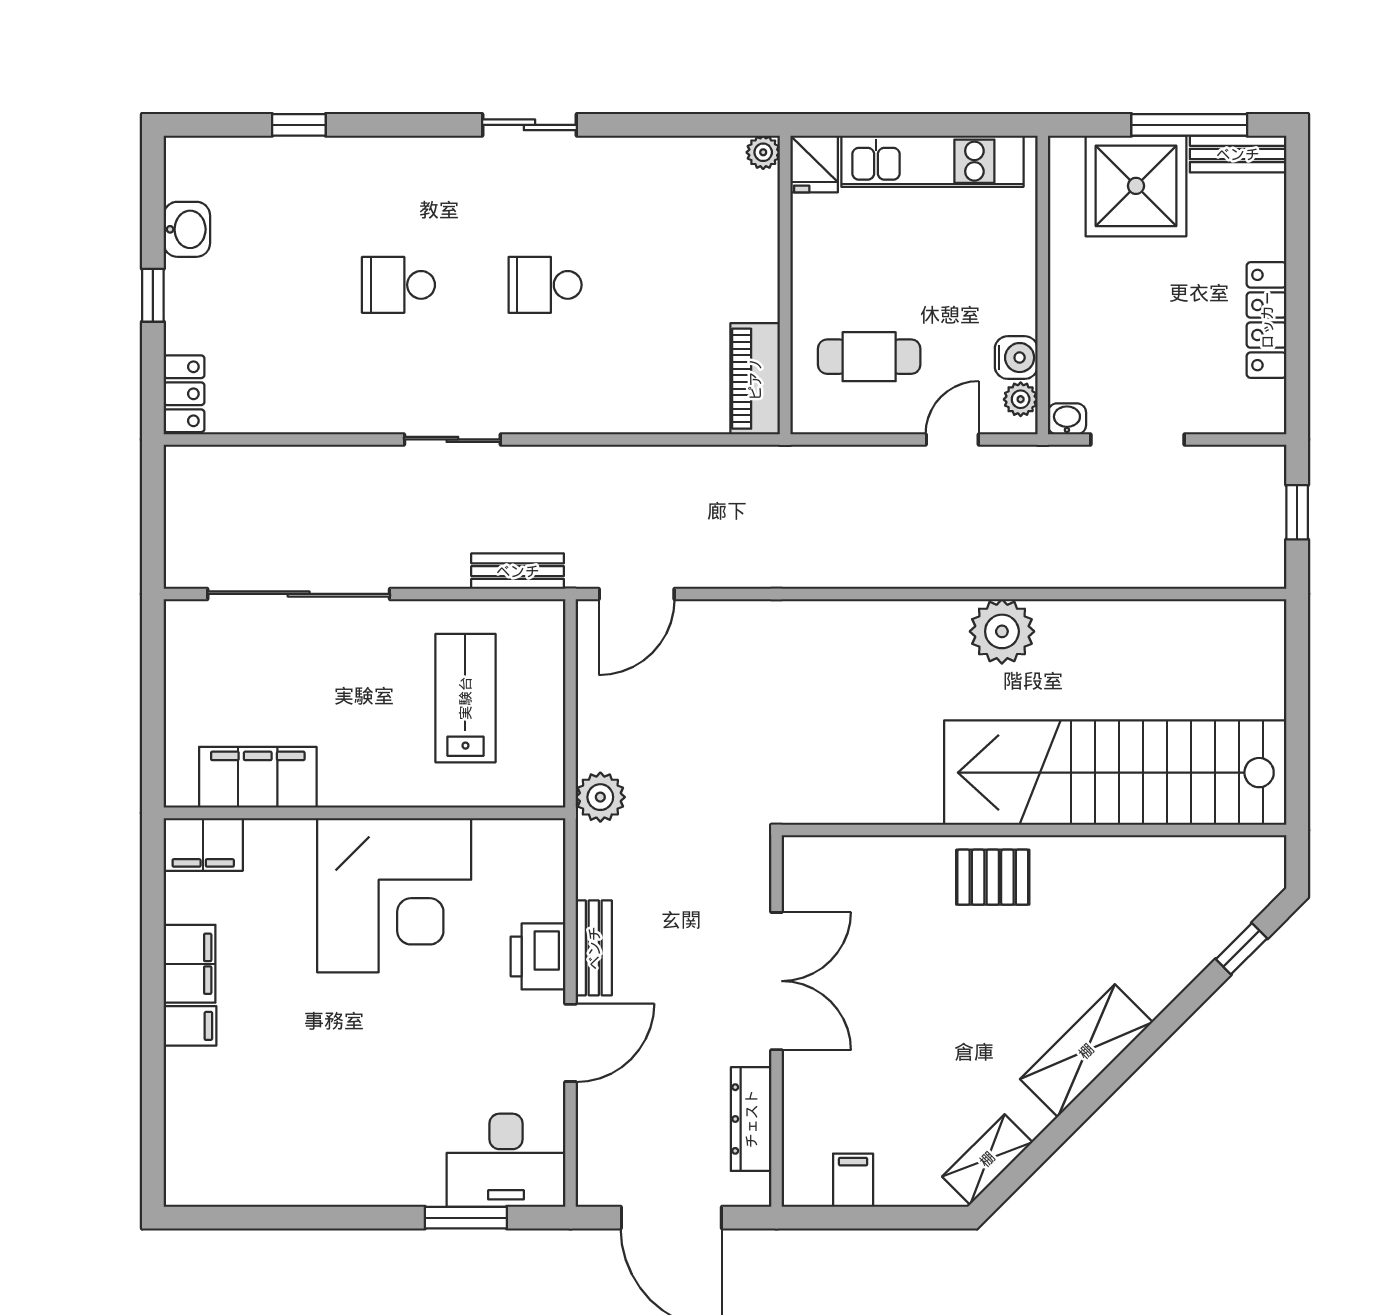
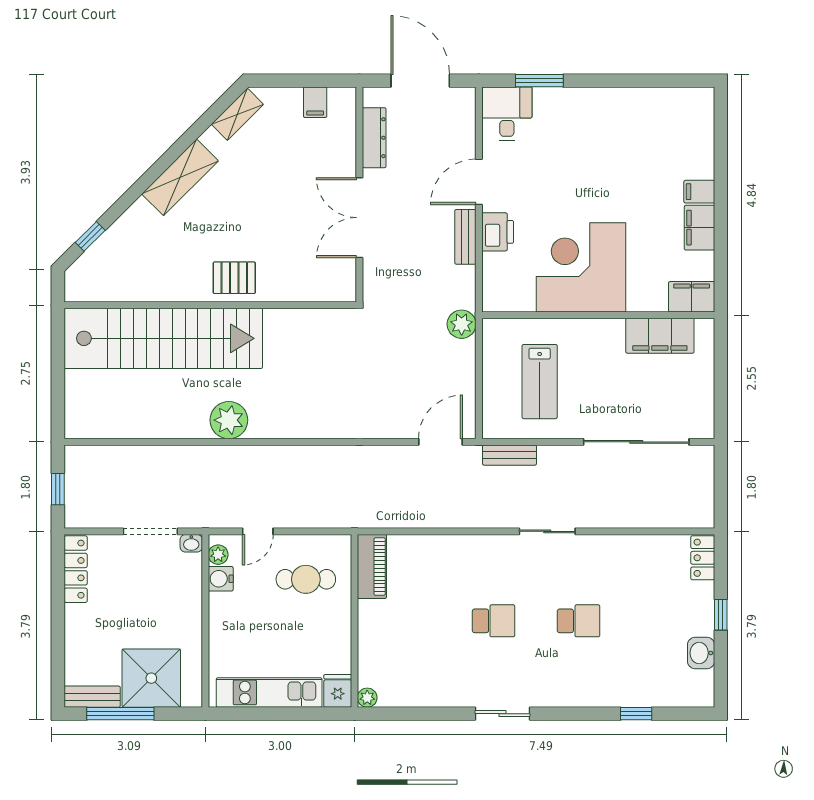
locker: (1267, 320) -> (76, 569), moved
desk: (506, 1160) -> (507, 114), width x0.73

